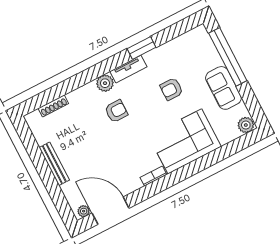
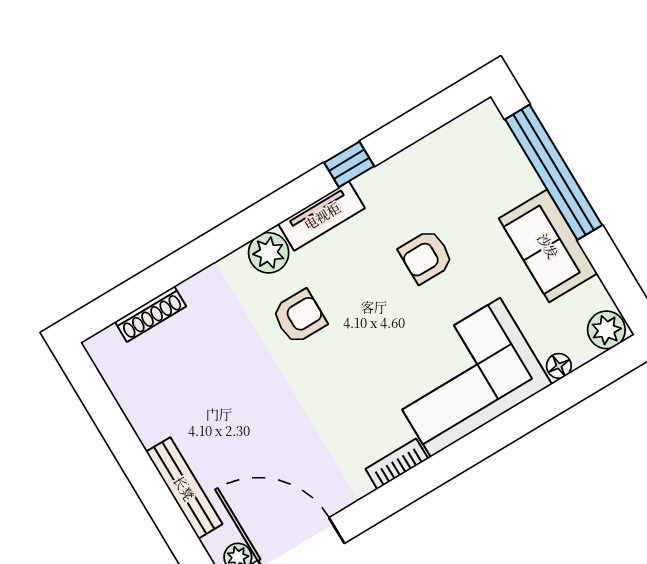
window: (141, 48) -> (349, 164), width x0.67
floor lamp: (225, 139) -> (559, 366), added
bench: (54, 164) -> (184, 488), moved

